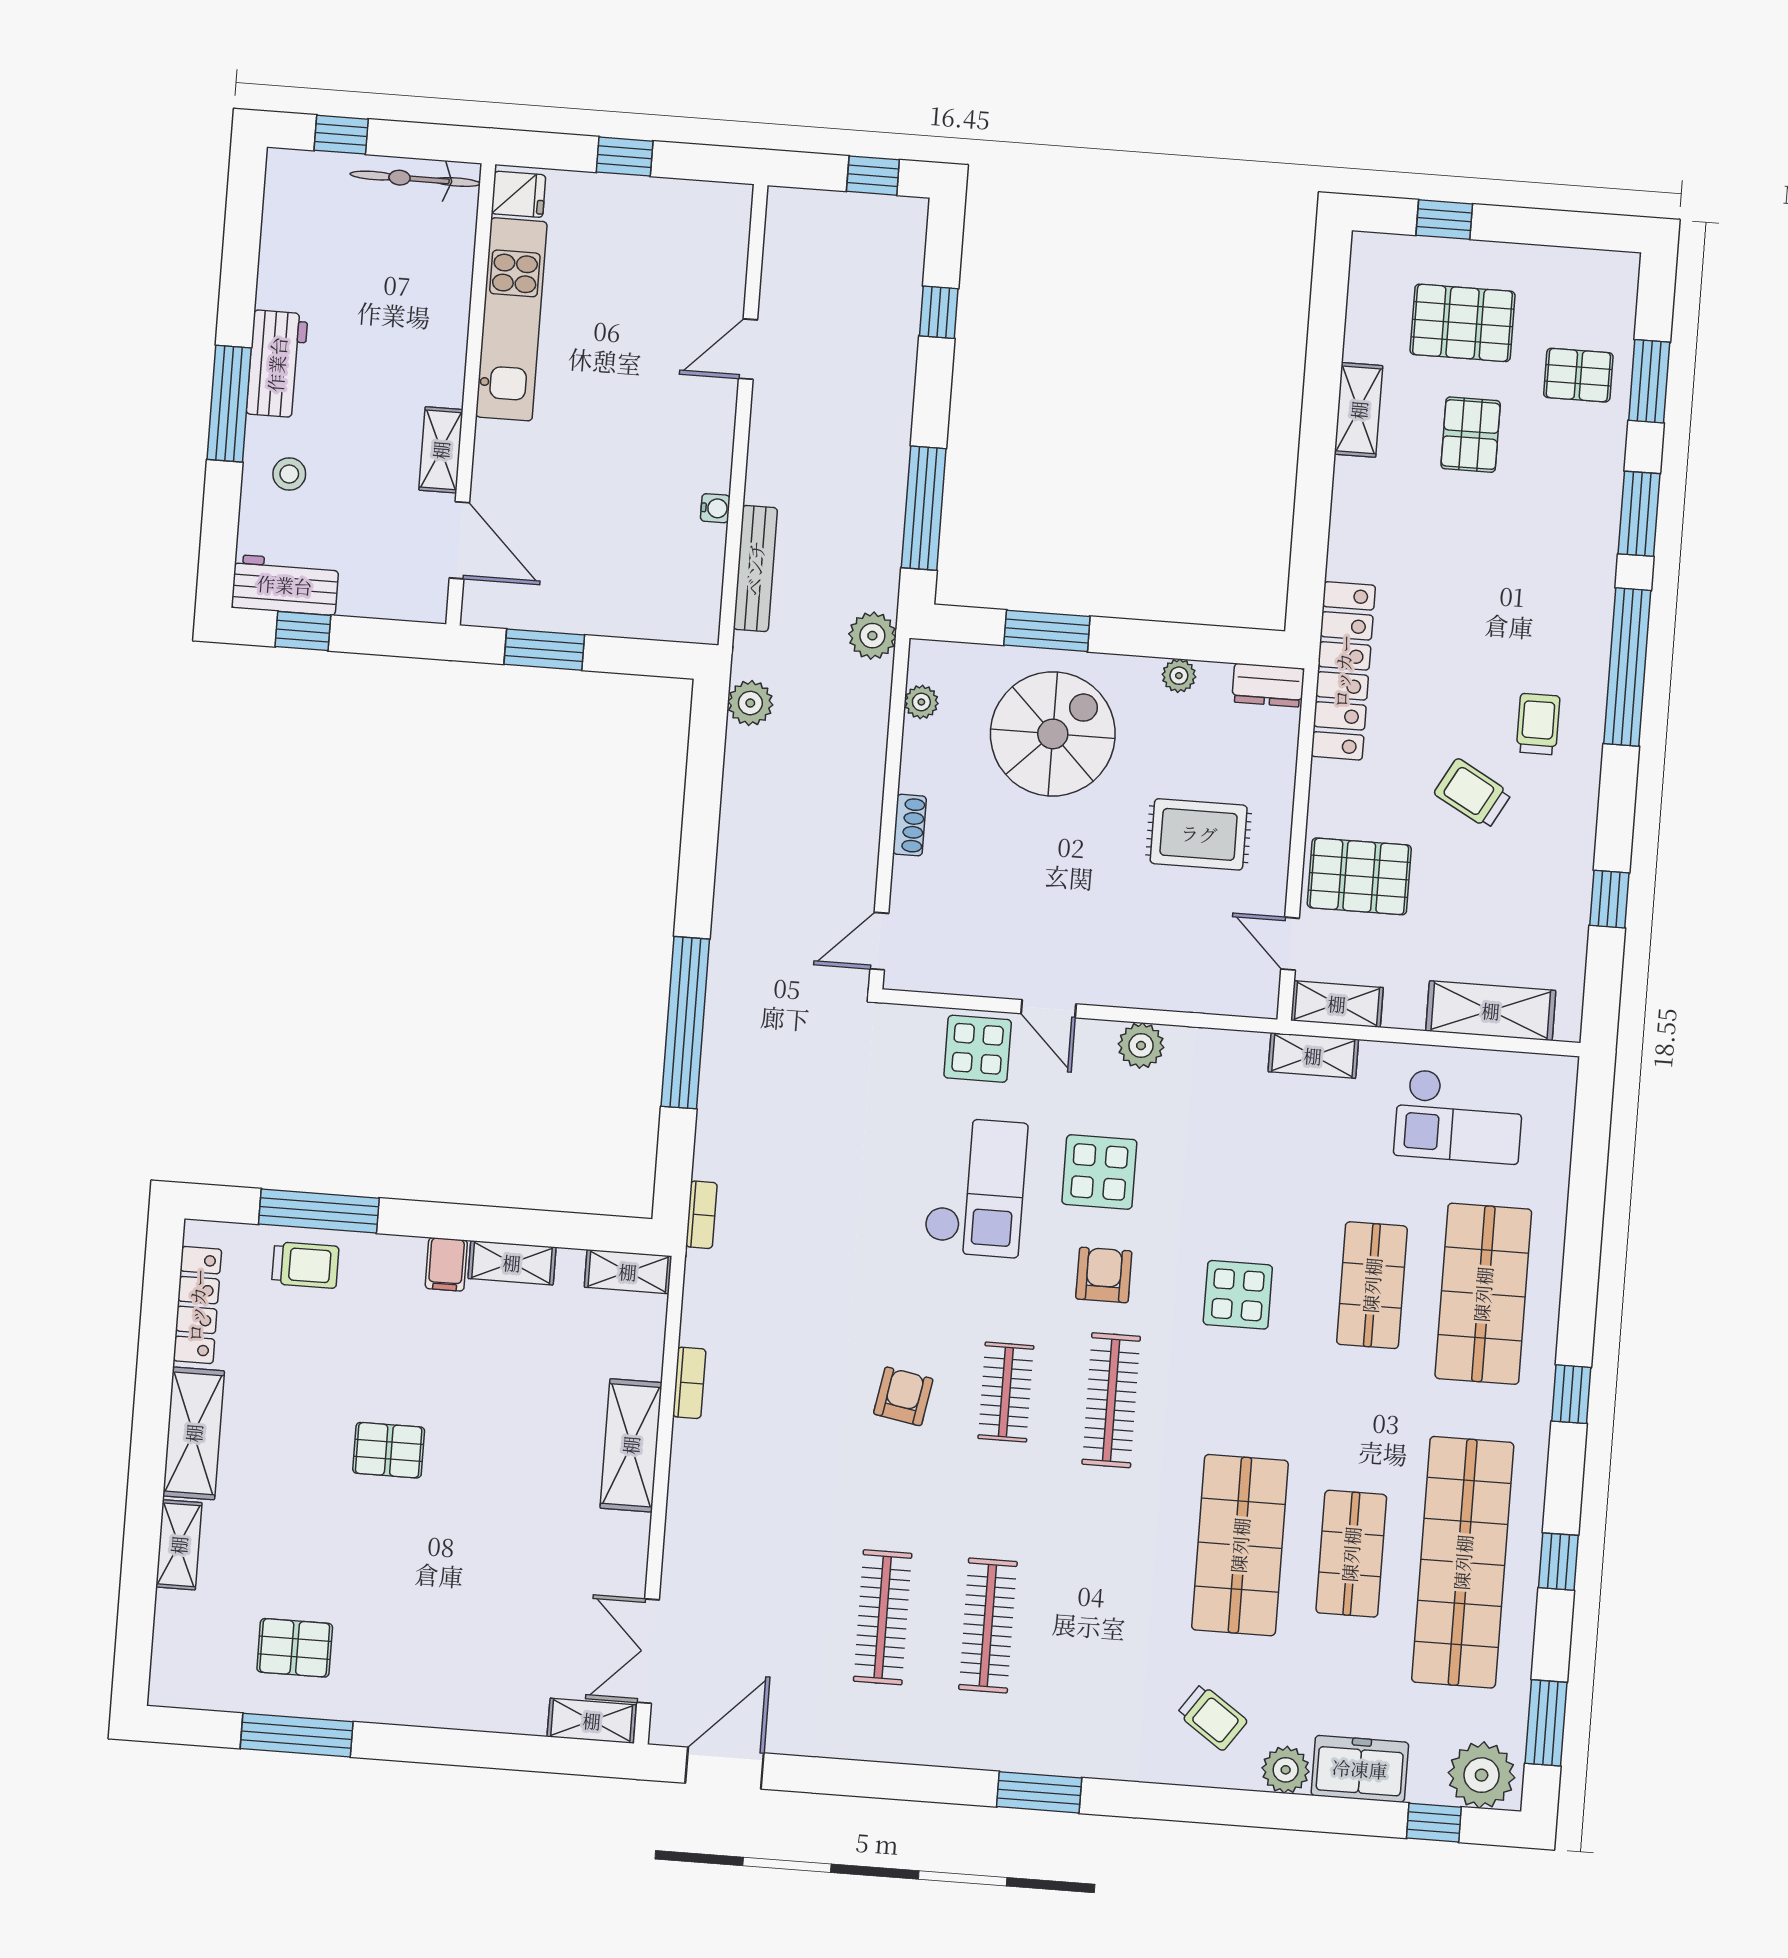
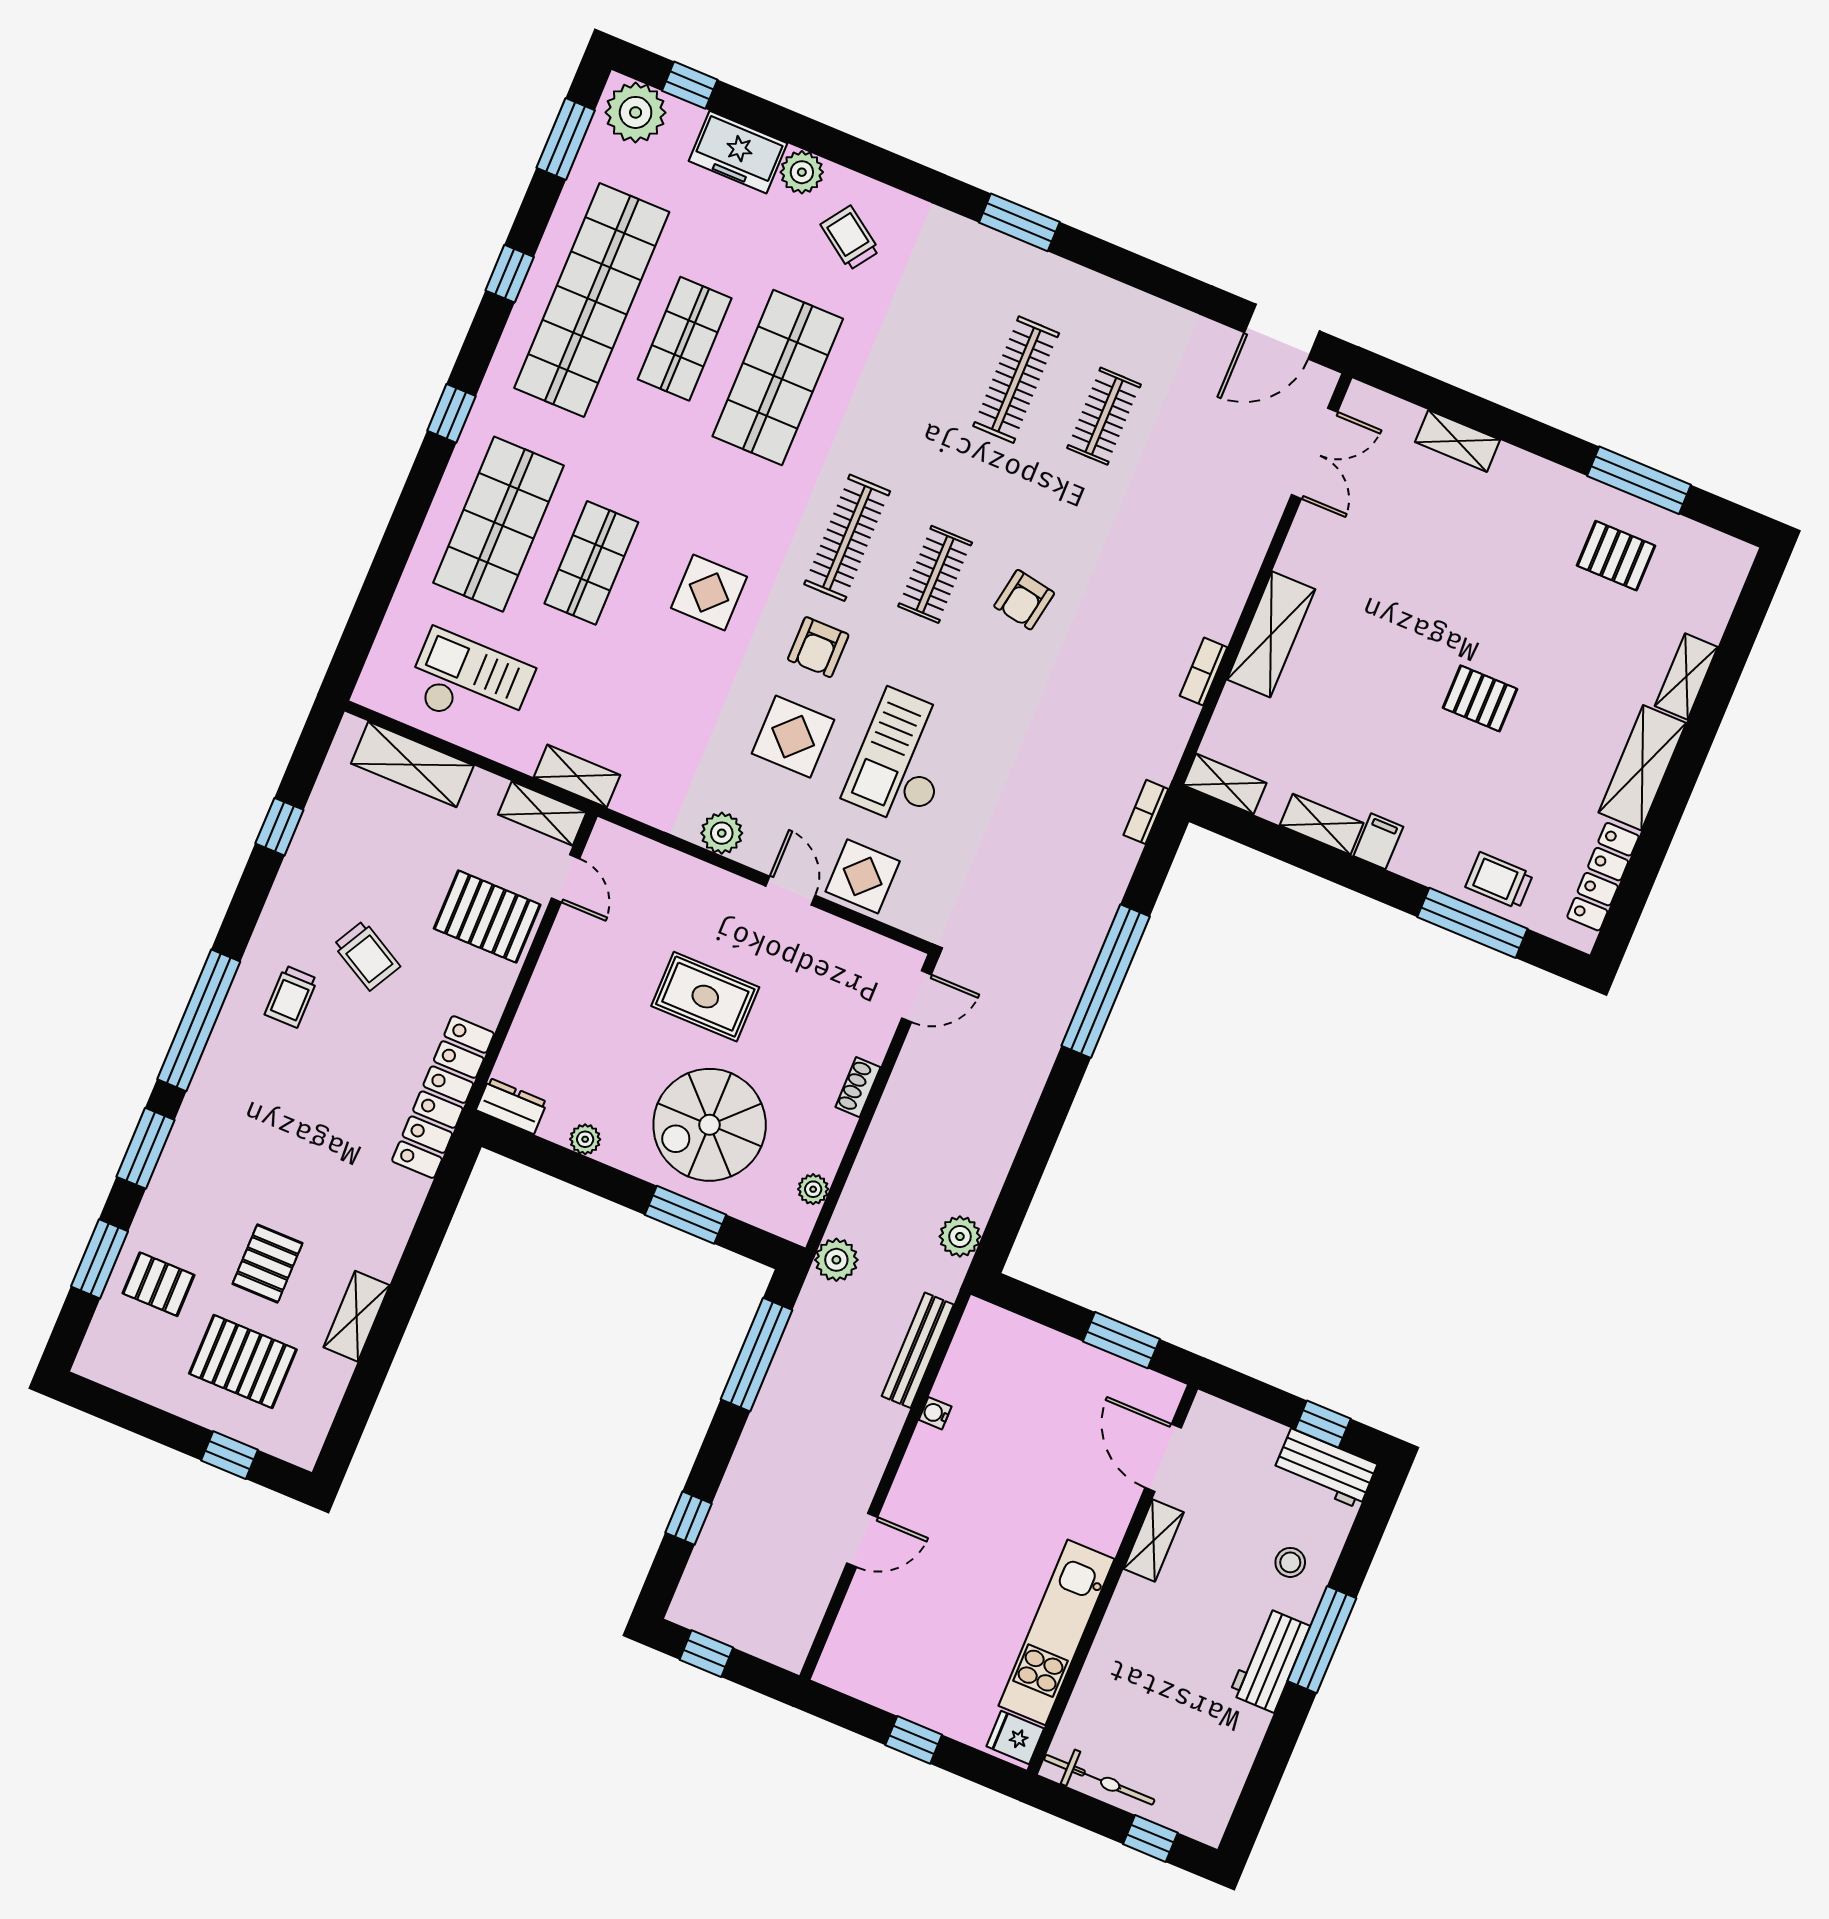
rug: (1199, 834) -> (705, 997), moved
clothes rail: (883, 1617) -> (1104, 416), width x0.73
shelving: (592, 1721) -> (1458, 441), moved

